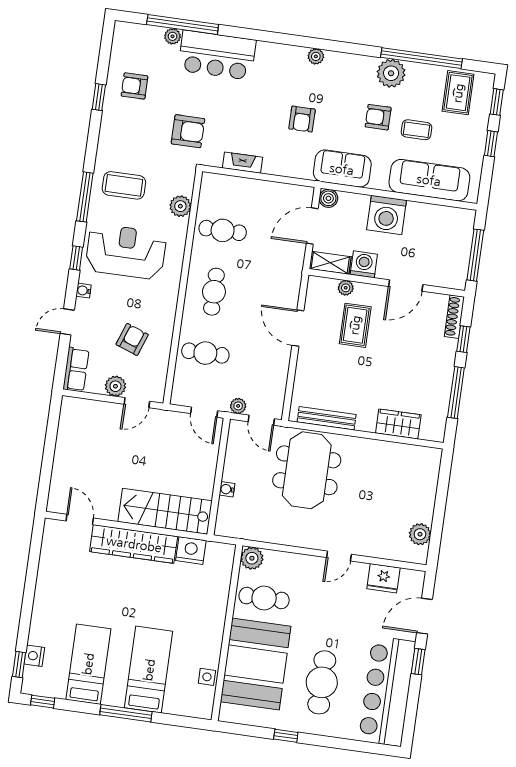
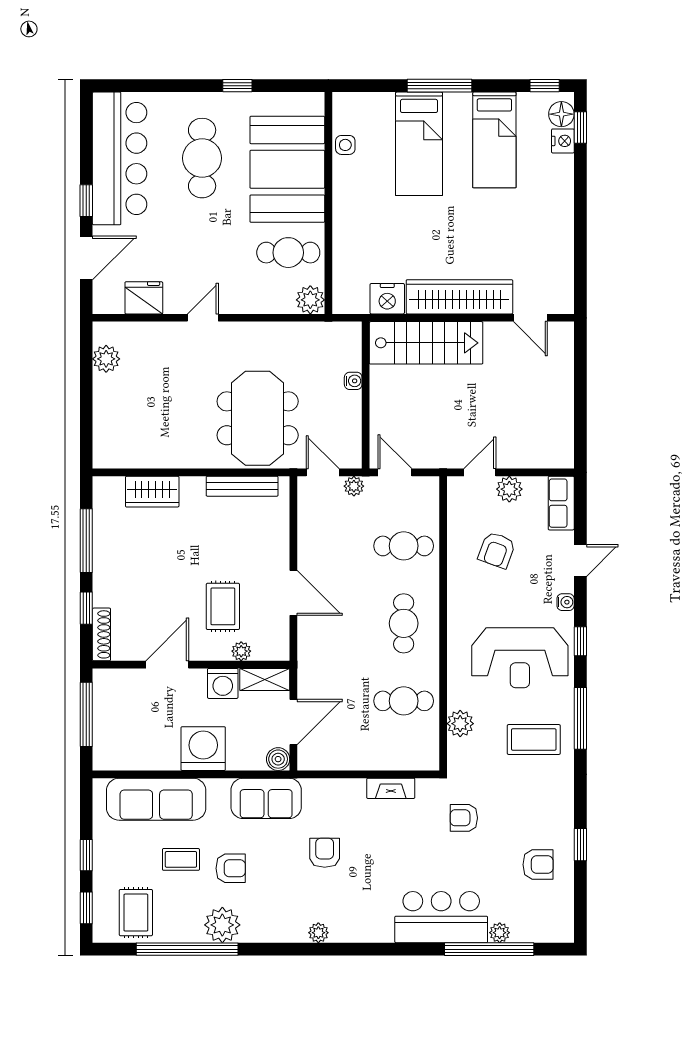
armchair: (188, 131) -> (464, 818), width x0.72, depth x0.72
floor lamp: (33, 677) -> (561, 114), added

